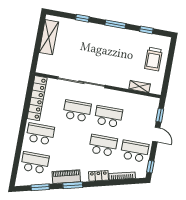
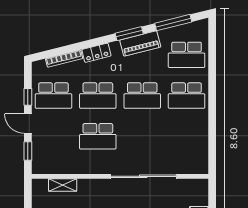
locker: (37, 98) -> (200, 144), removed
school desk: (77, 111) -> (142, 96), moved
window: (150, 167) -> (28, 97), moved
window: (40, 187) -> (173, 23), width x1.44

